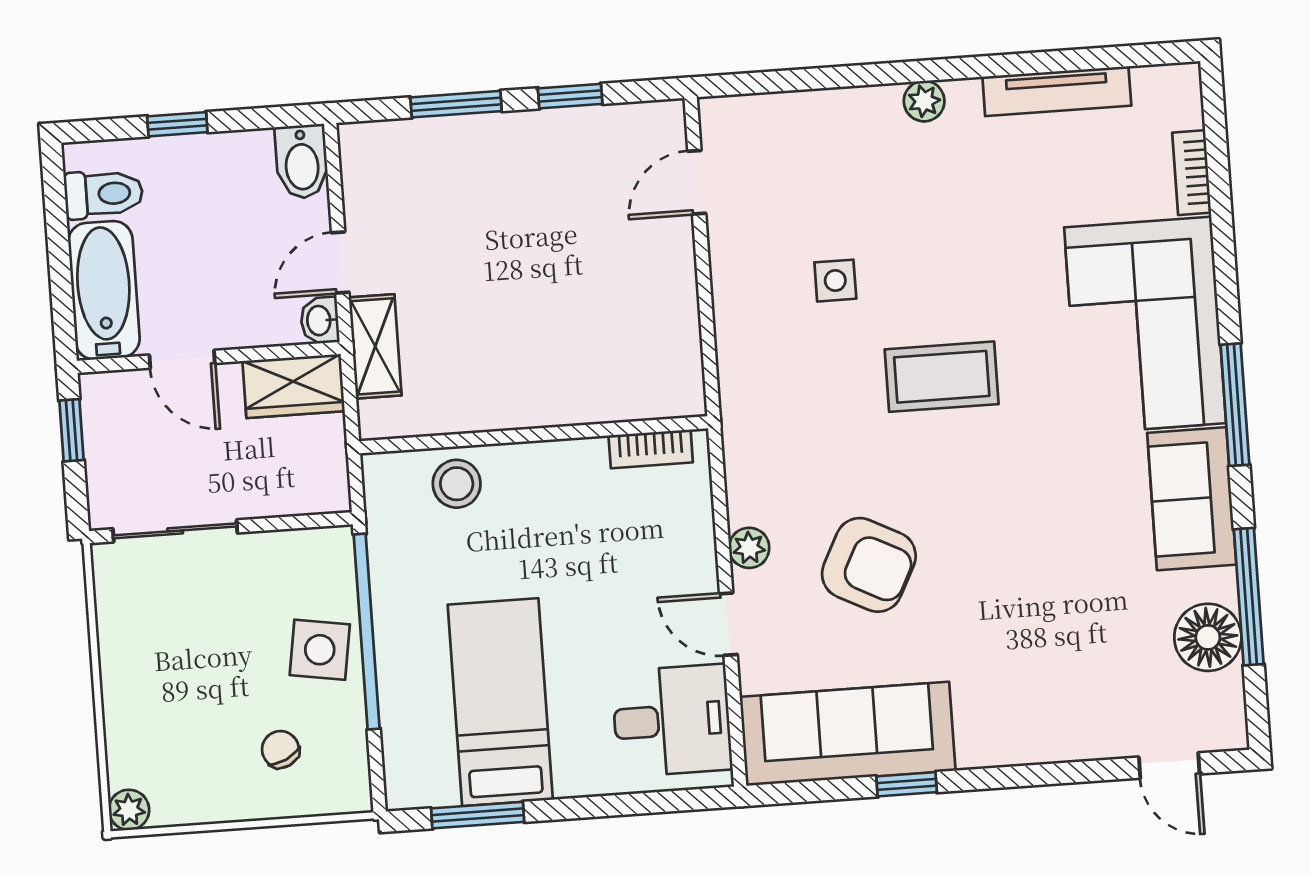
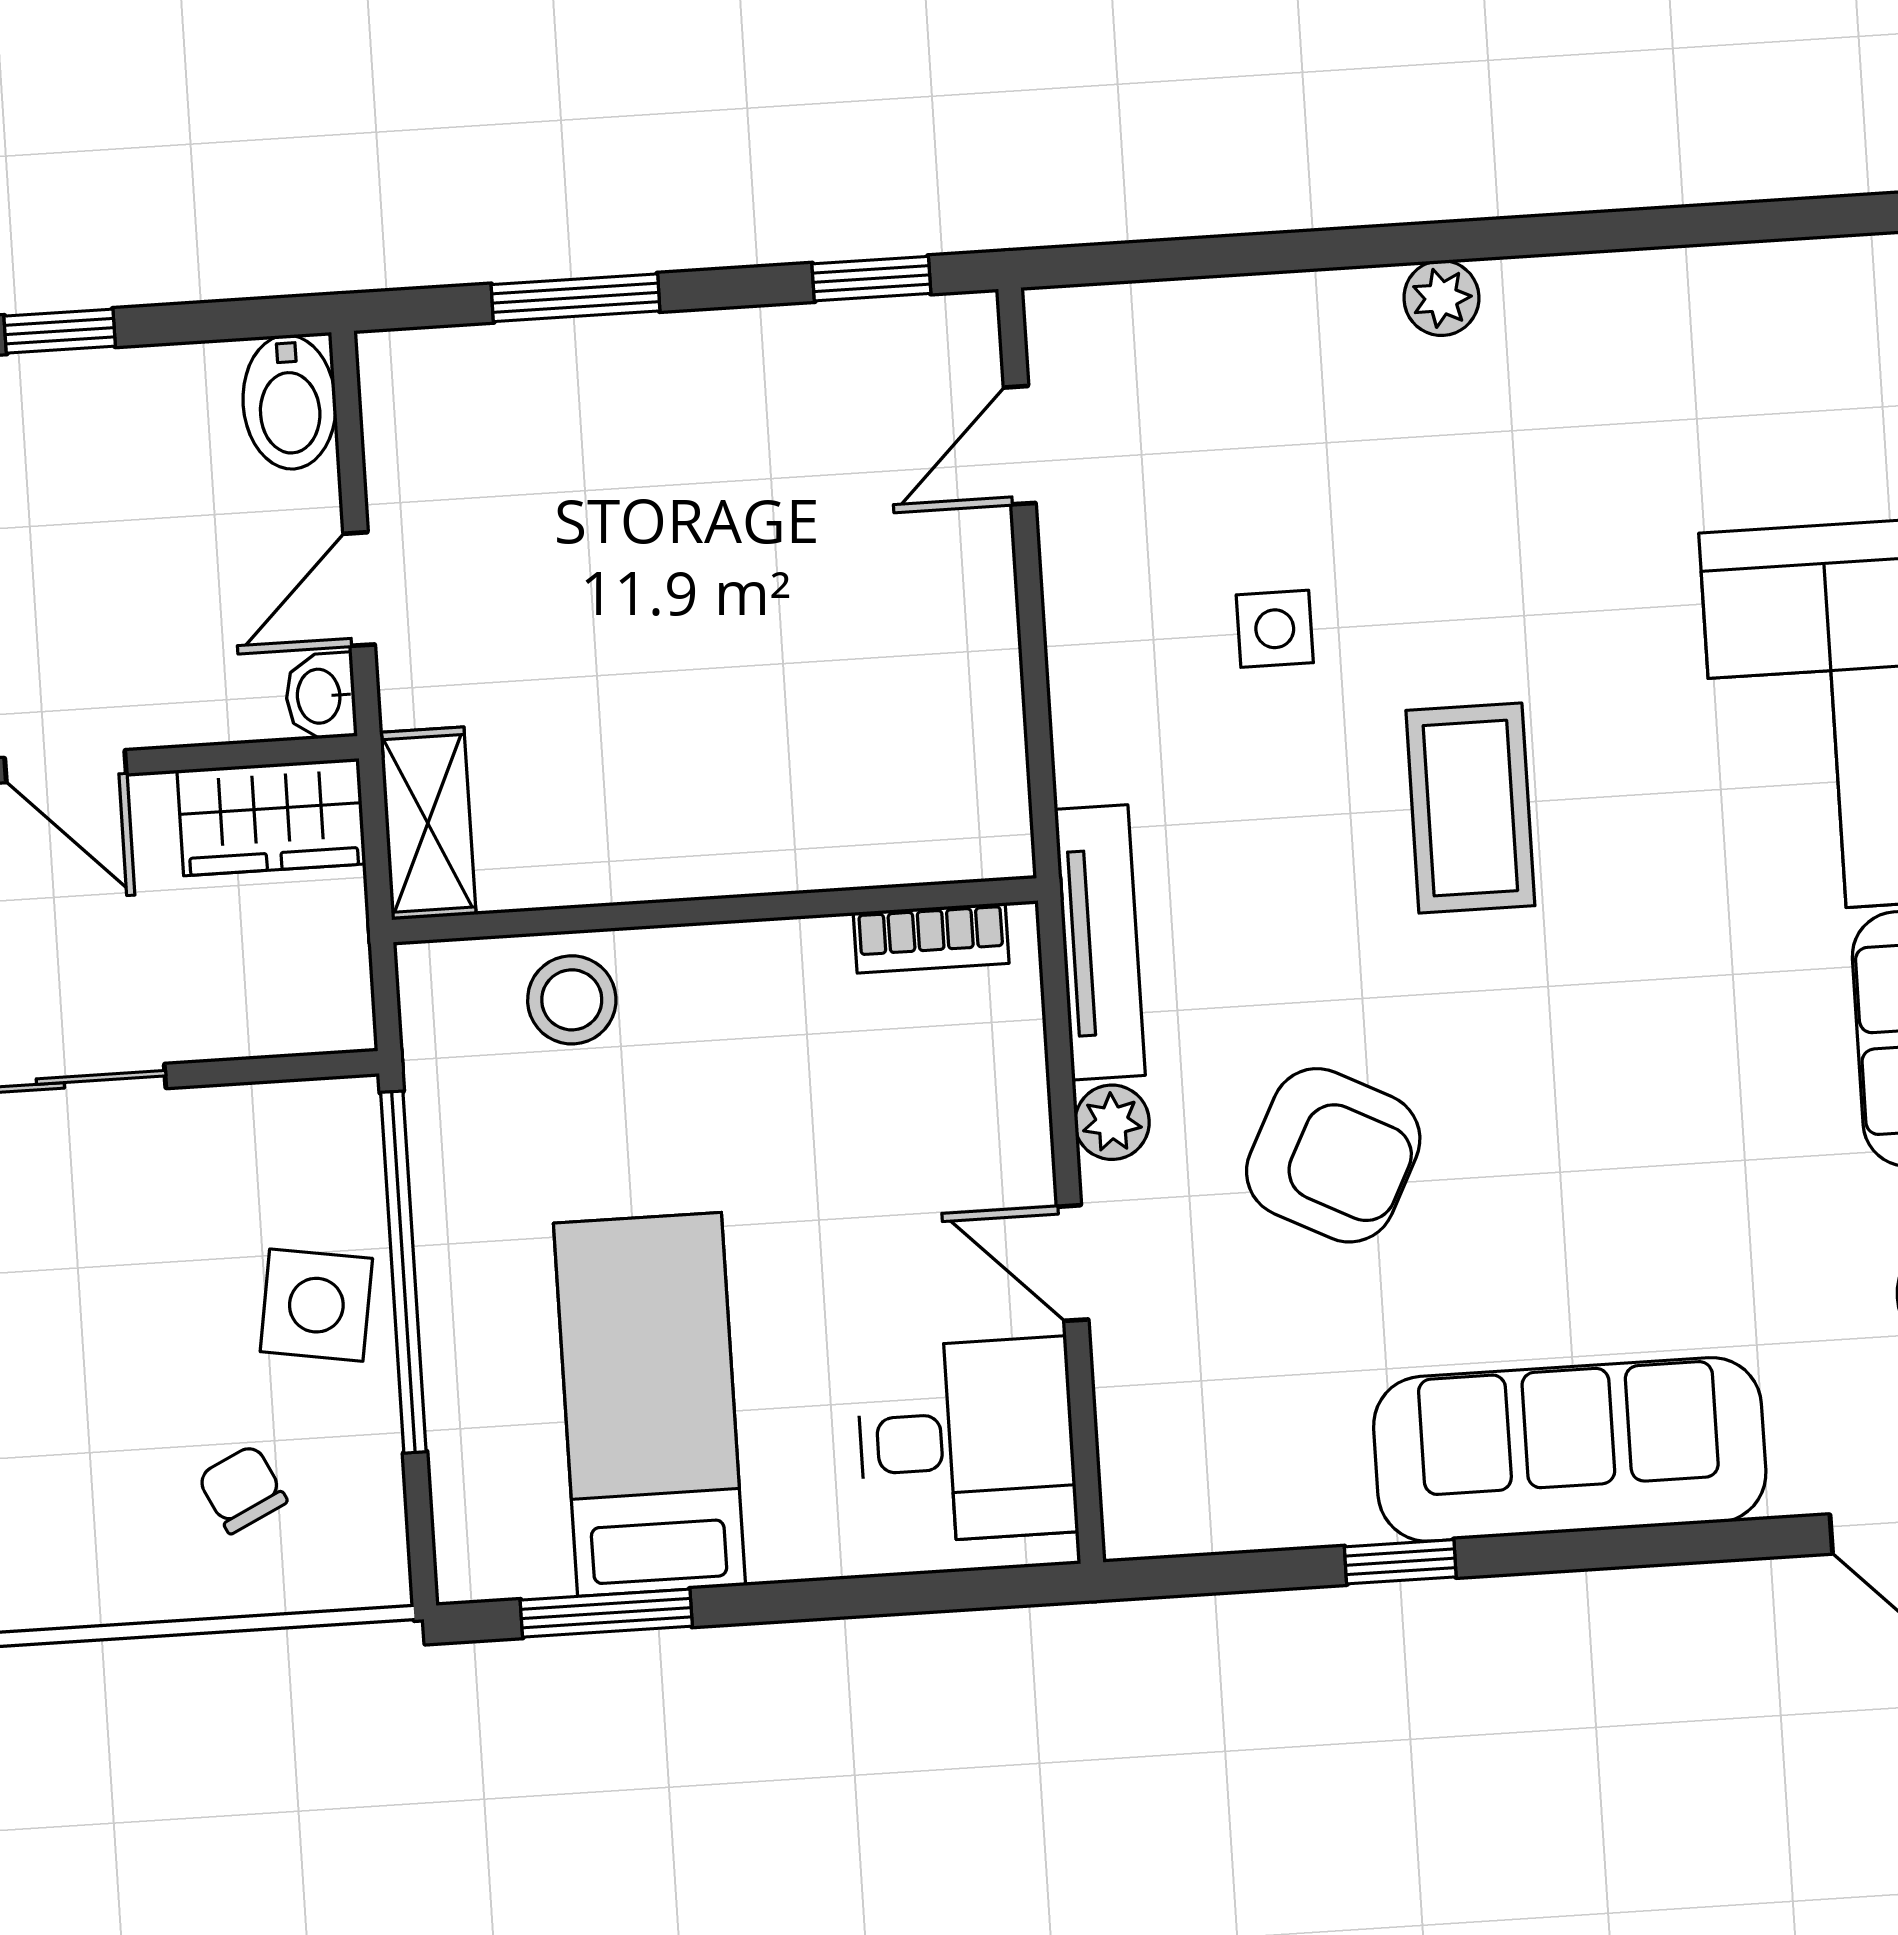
tv unit: (1057, 91) -> (1100, 942), moved, turned -90
window: (570, 96) -> (871, 279), moved
shelving: (375, 346) -> (428, 823), moved
coffee table: (942, 377) -> (1470, 808), turned 90
sofa: (848, 734) -> (1570, 1449), moved

